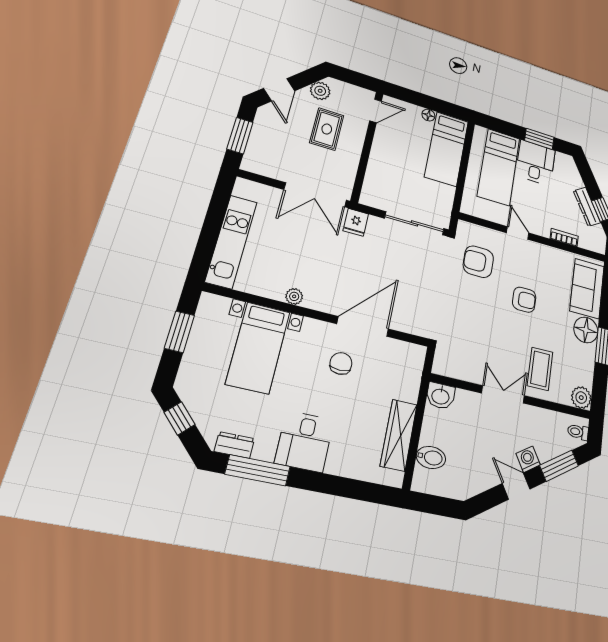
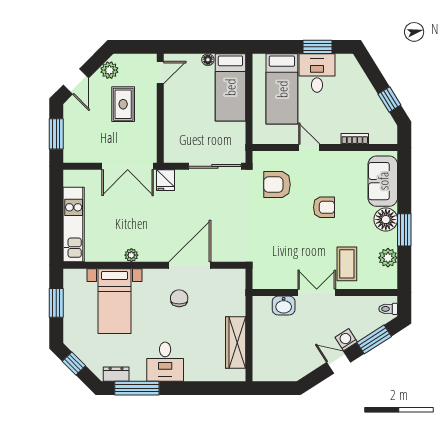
dresser: (587, 207) -> (374, 101), removed
washbasin: (441, 396) -> (284, 306), moved
plant: (581, 398) -> (388, 258), moved
bidet: (431, 457) -> (264, 354), removed

